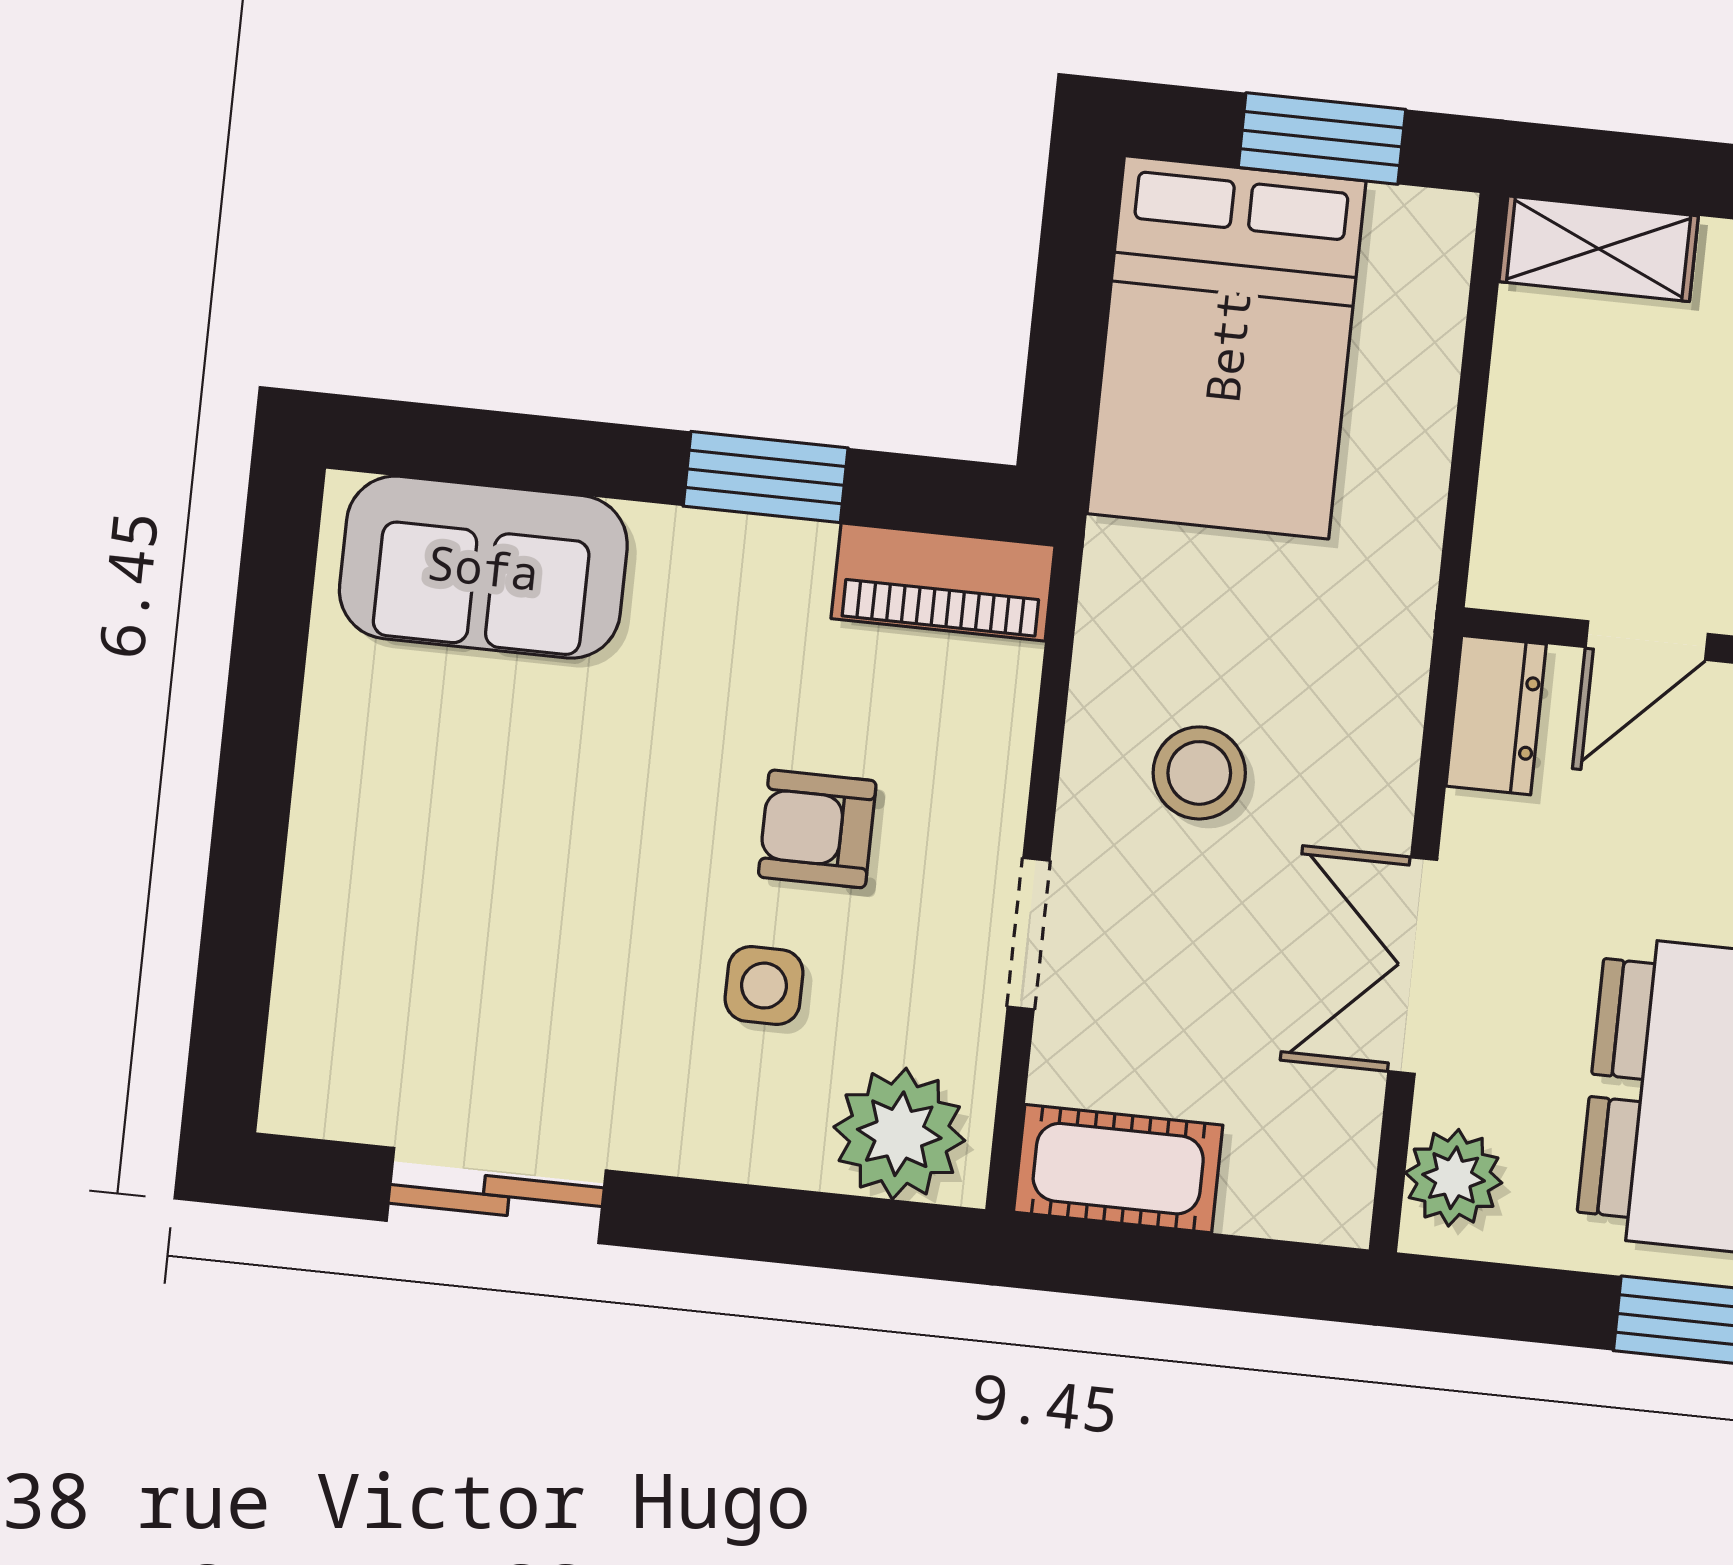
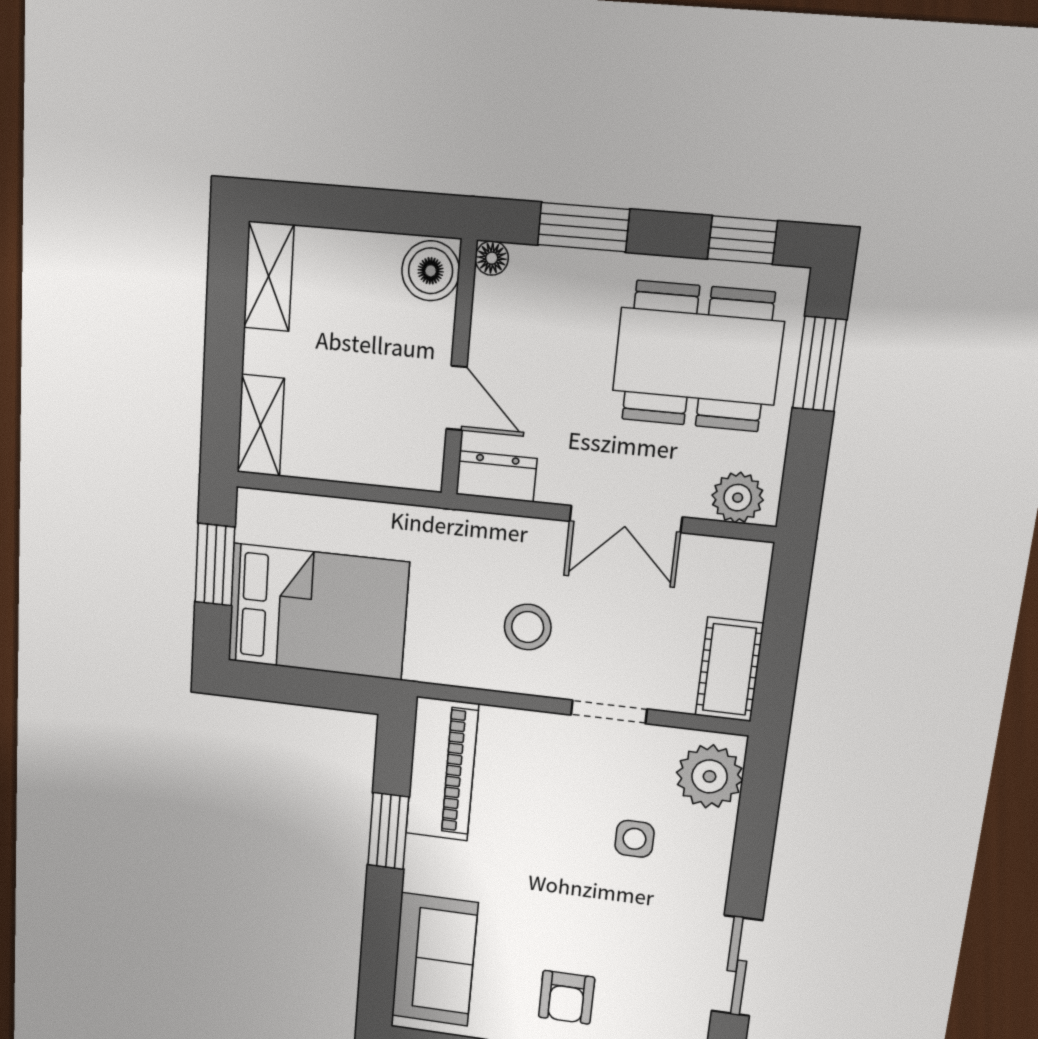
piano: (943, 582) -> (442, 769), width x1.37, depth x1.33
armchair: (817, 829) -> (566, 997), moved

